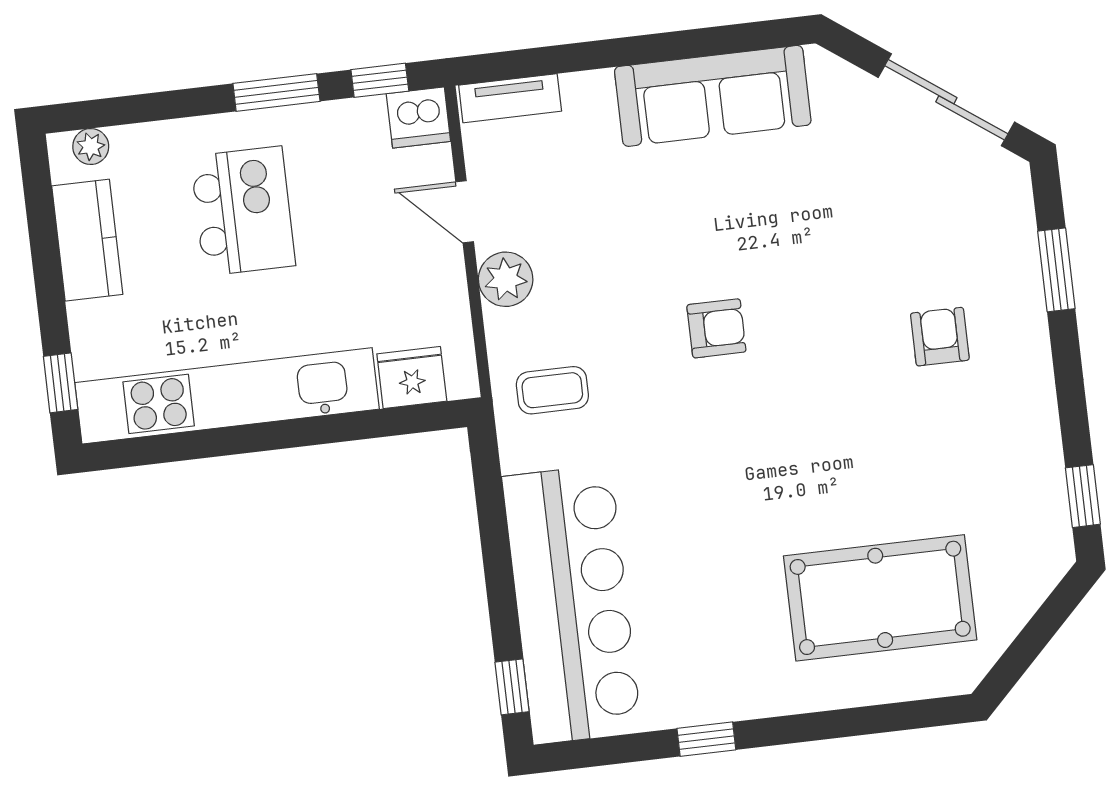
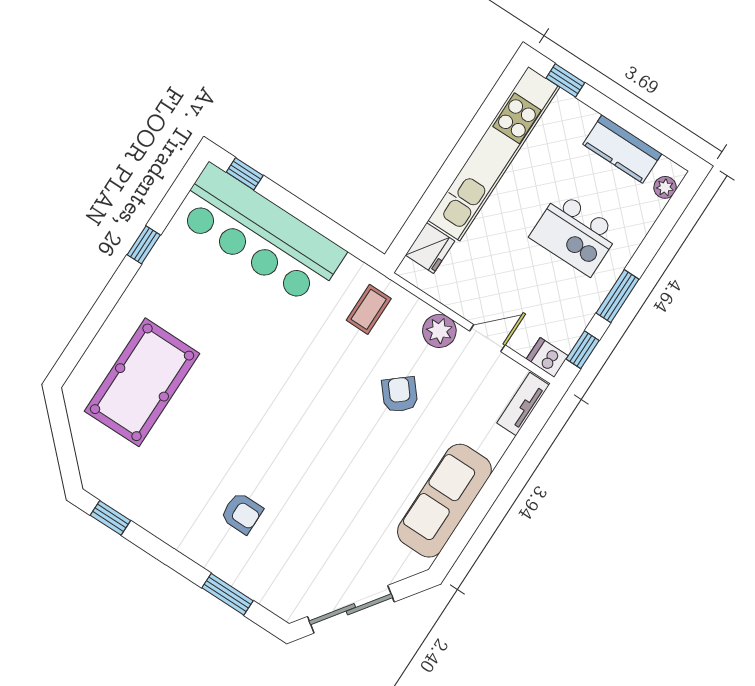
dishwasher: (418, 117) -> (547, 357), width x0.73
armchair: (716, 328) -> (400, 394), moved, turned 140

